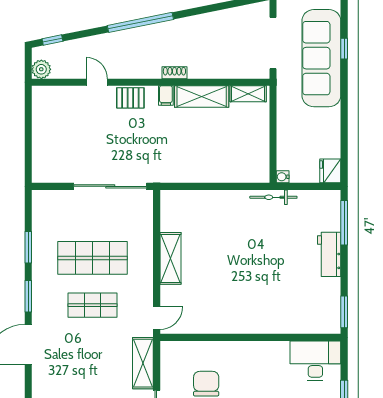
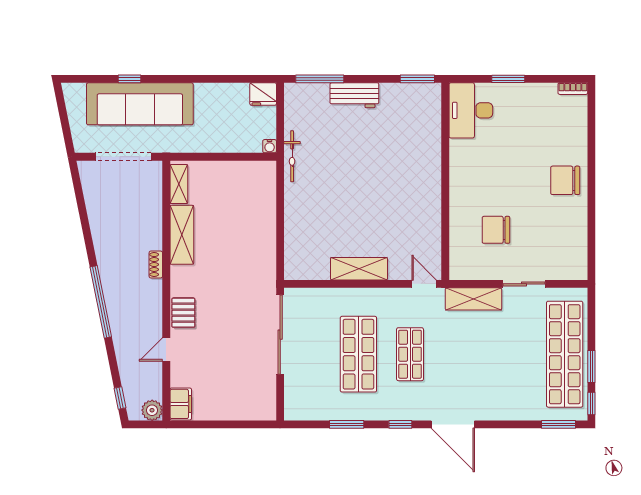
filing cabinet: (166, 96) -> (181, 404), moved, width x2.00
window: (28, 296) -> (400, 424), width x0.67

